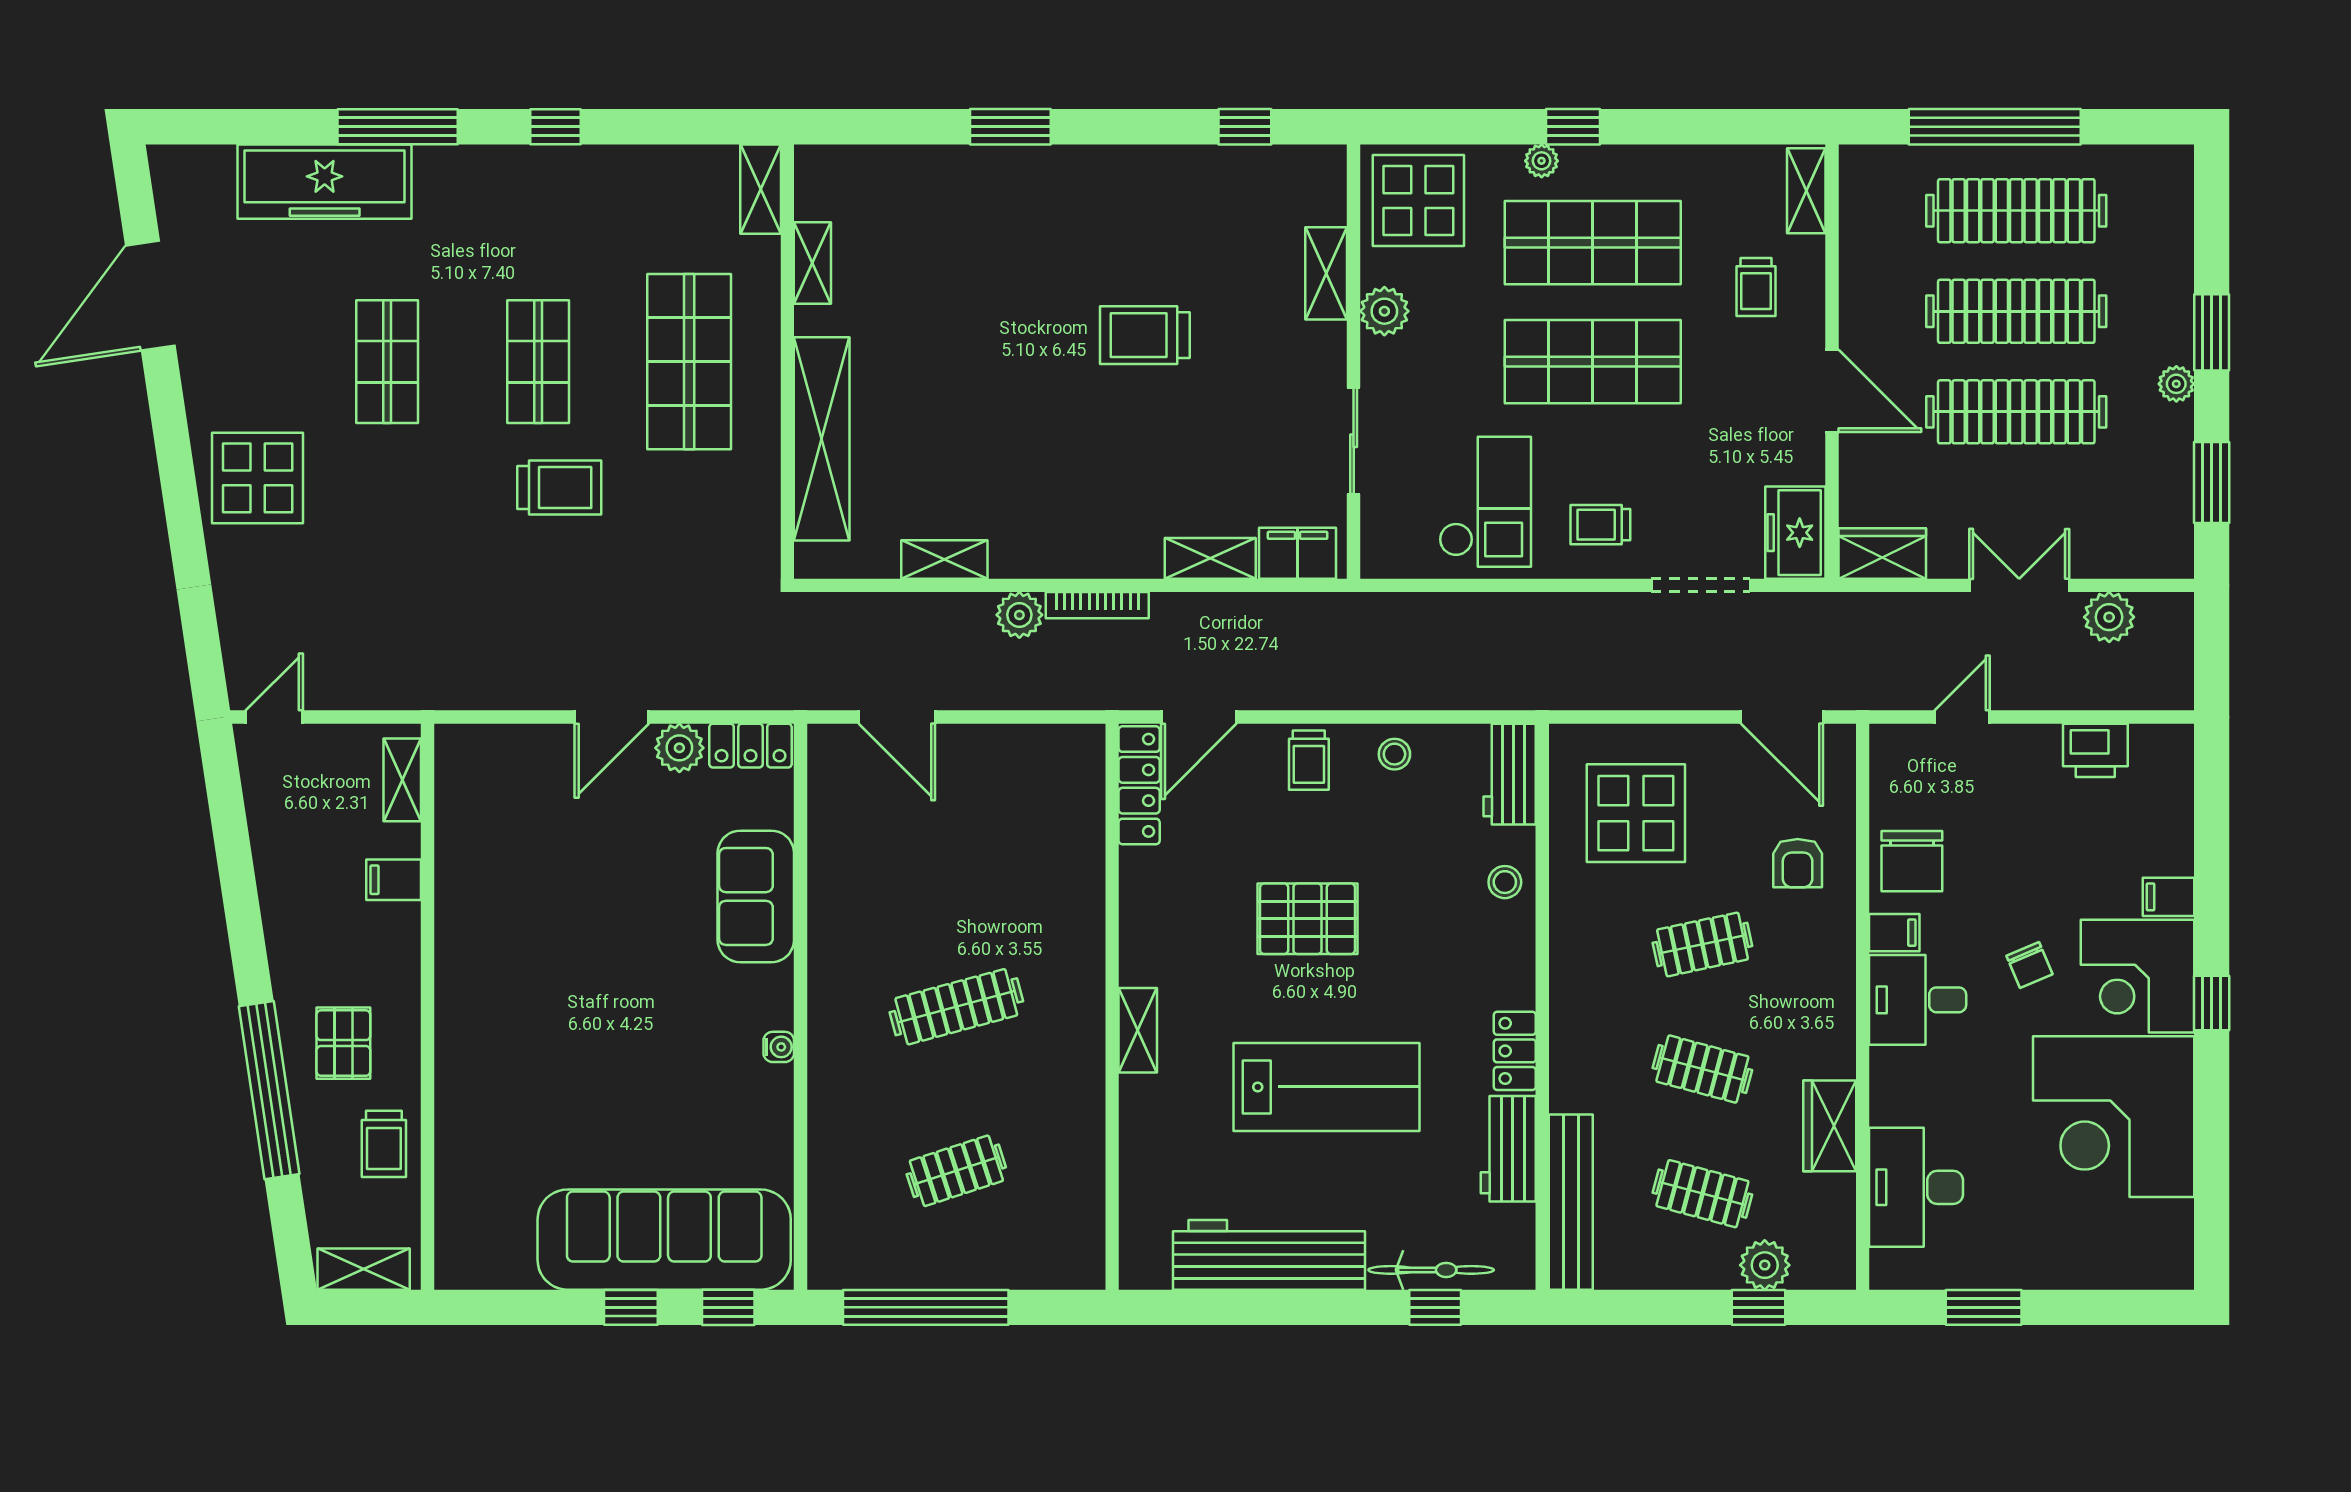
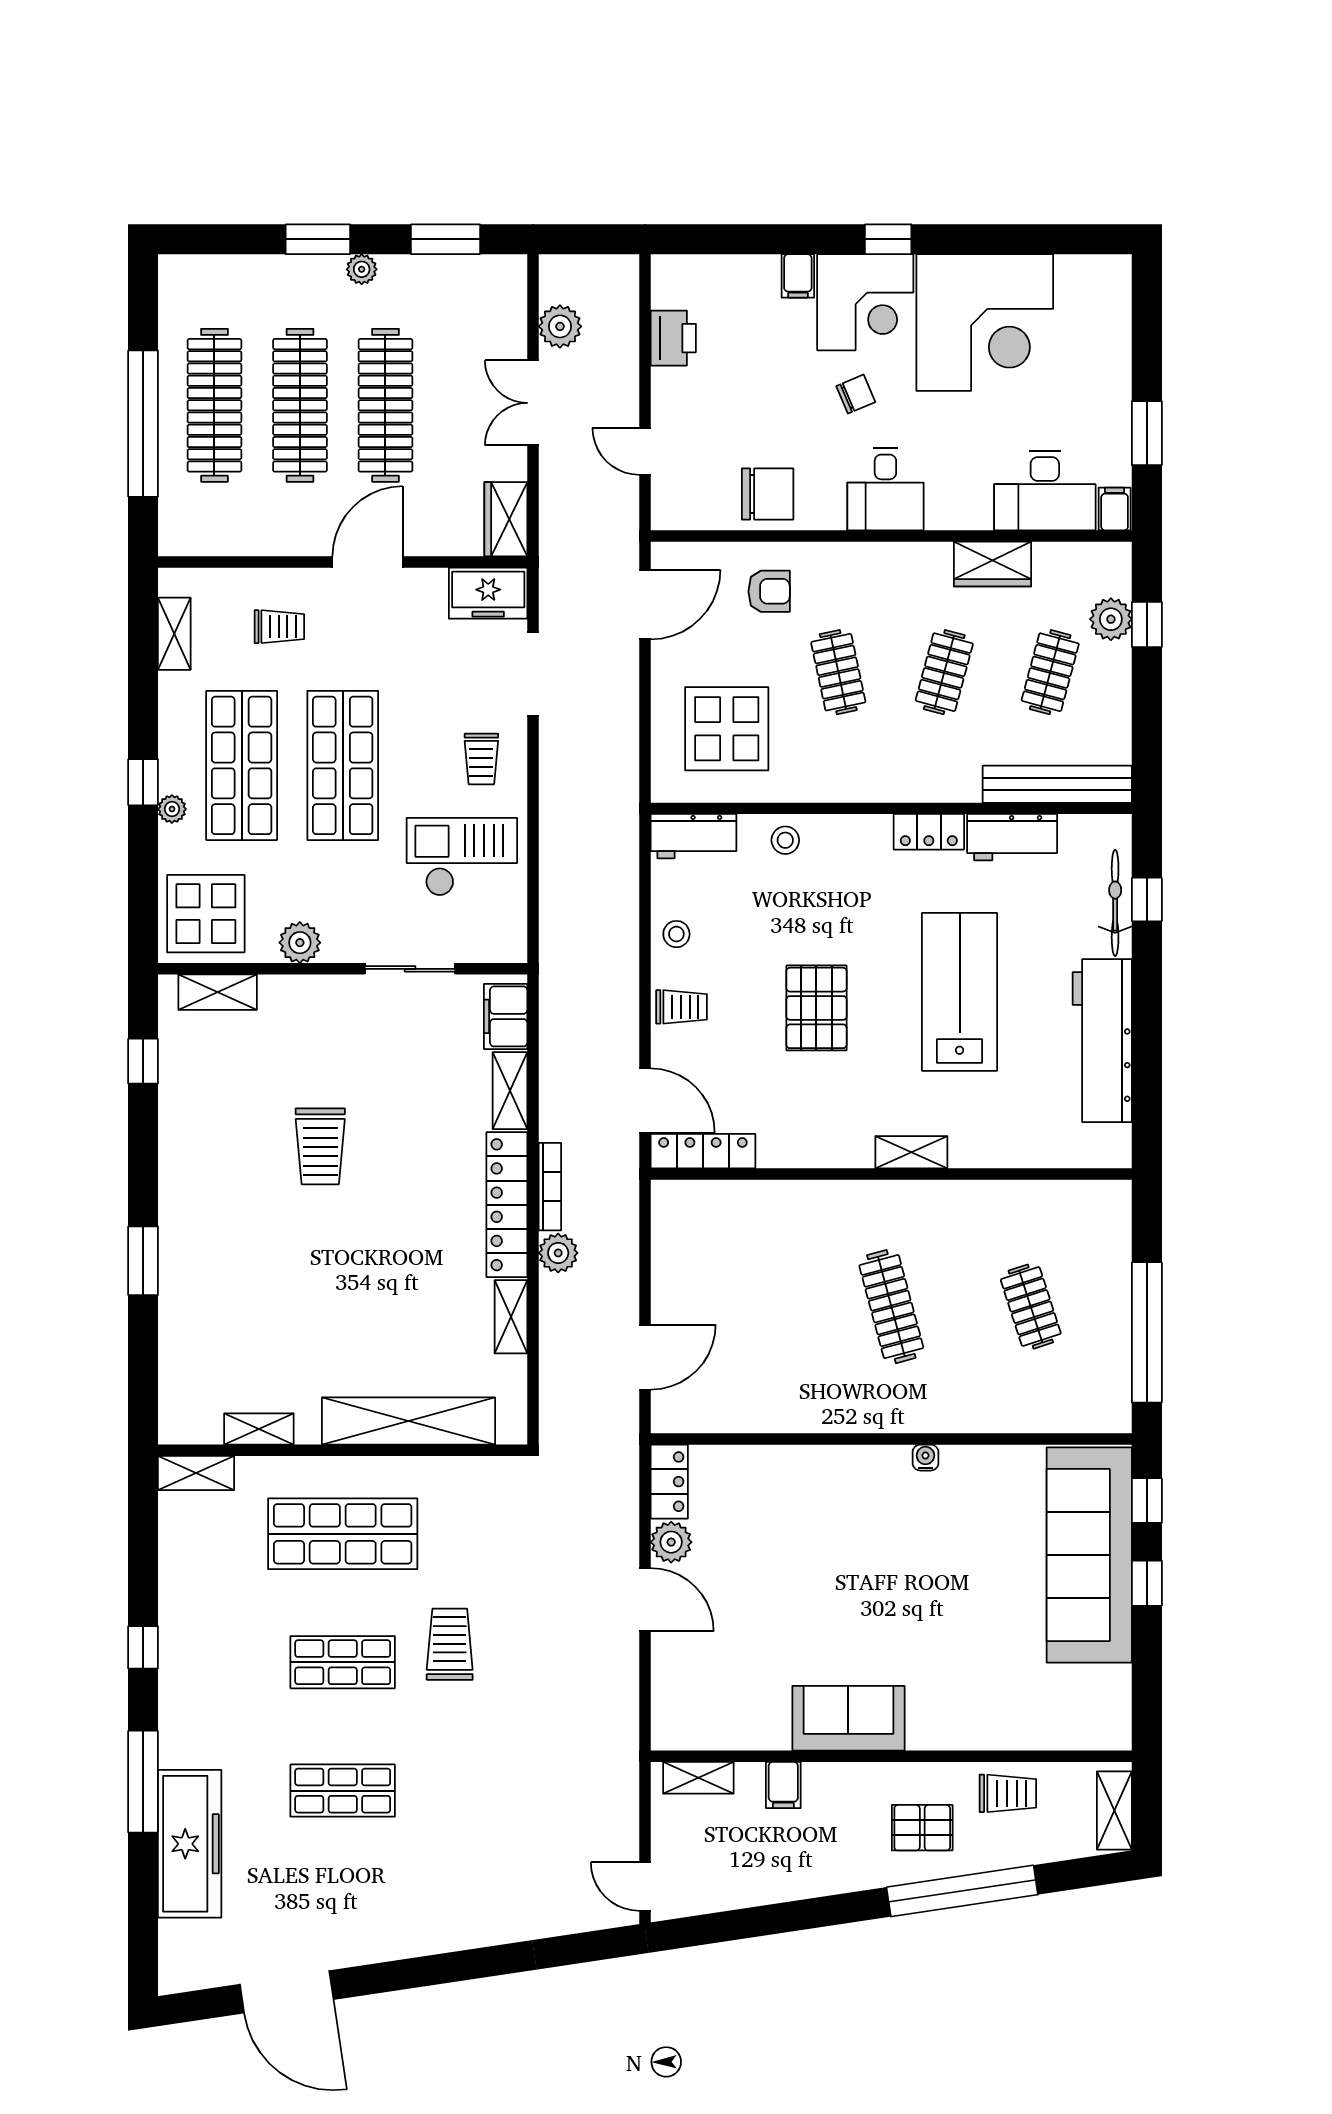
shelving: (1806, 191) -> (174, 634), moved, turned 90
shelving: (1326, 273) -> (218, 992), moved
display table: (258, 478) -> (442, 1901), removed
locker: (1076, 555) -> (507, 1205), added
sofa: (756, 896) -> (848, 1718), moved, turned 180
filing cabinet: (1894, 933) -> (1115, 509), moved

